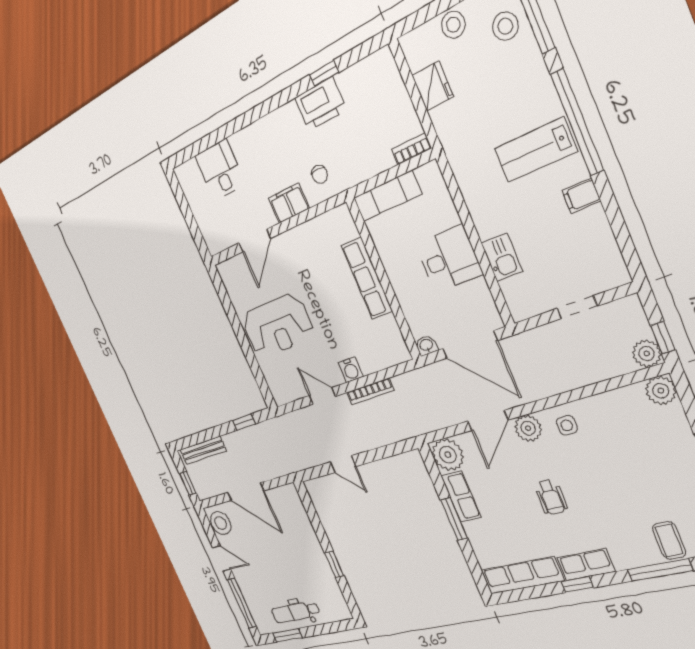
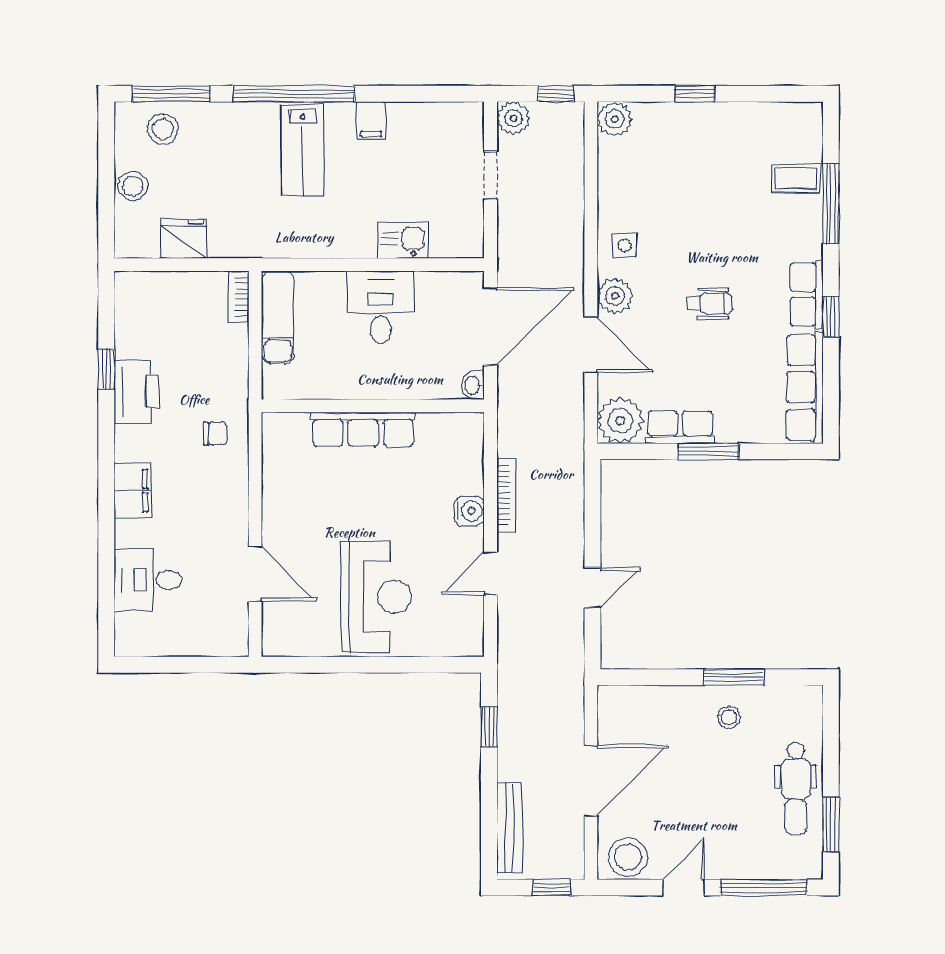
exam couch: (387, 196) -> (278, 317), moved
filing cabinet: (289, 203) -> (132, 491), moved, turned 180
plant: (647, 354) -> (513, 118), moved
window: (334, 564) -> (734, 677), width x1.50
stool: (313, 566) -> (729, 717), added

